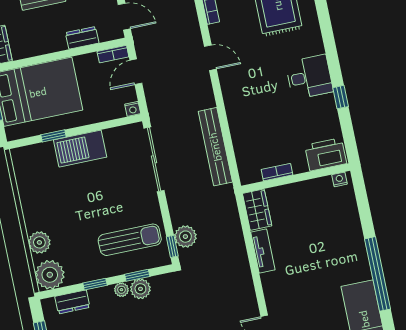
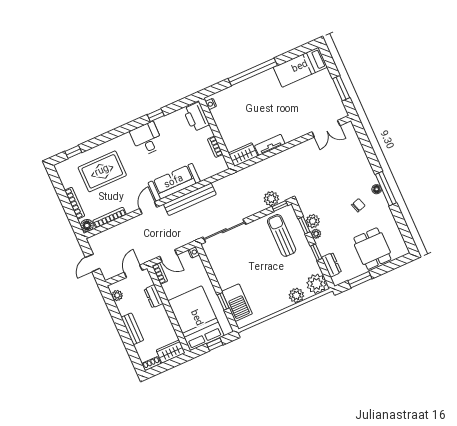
sofa: (239, 103) -> (174, 182), added
bench: (215, 147) -> (190, 199), moved
barbecue: (80, 149) -> (237, 303), moved
window: (377, 274) -> (253, 72), moved

